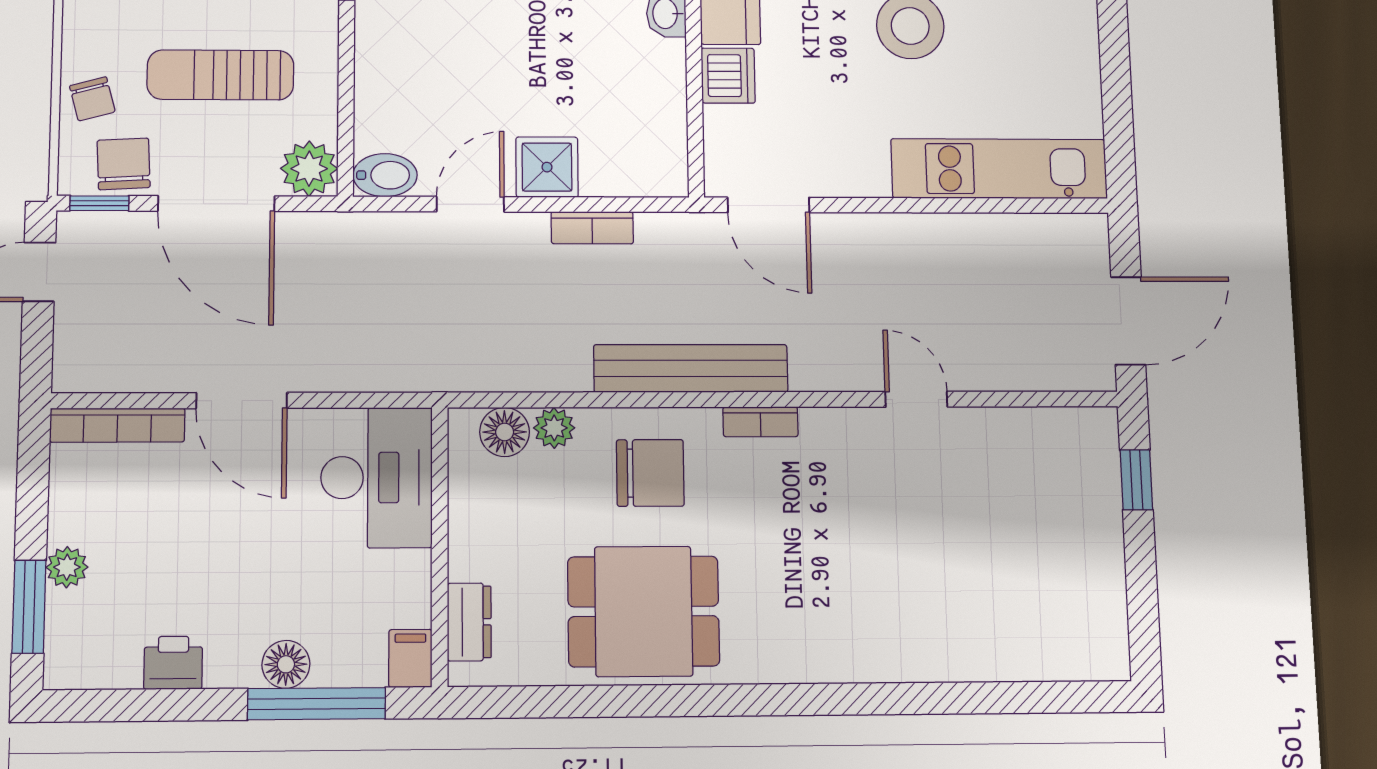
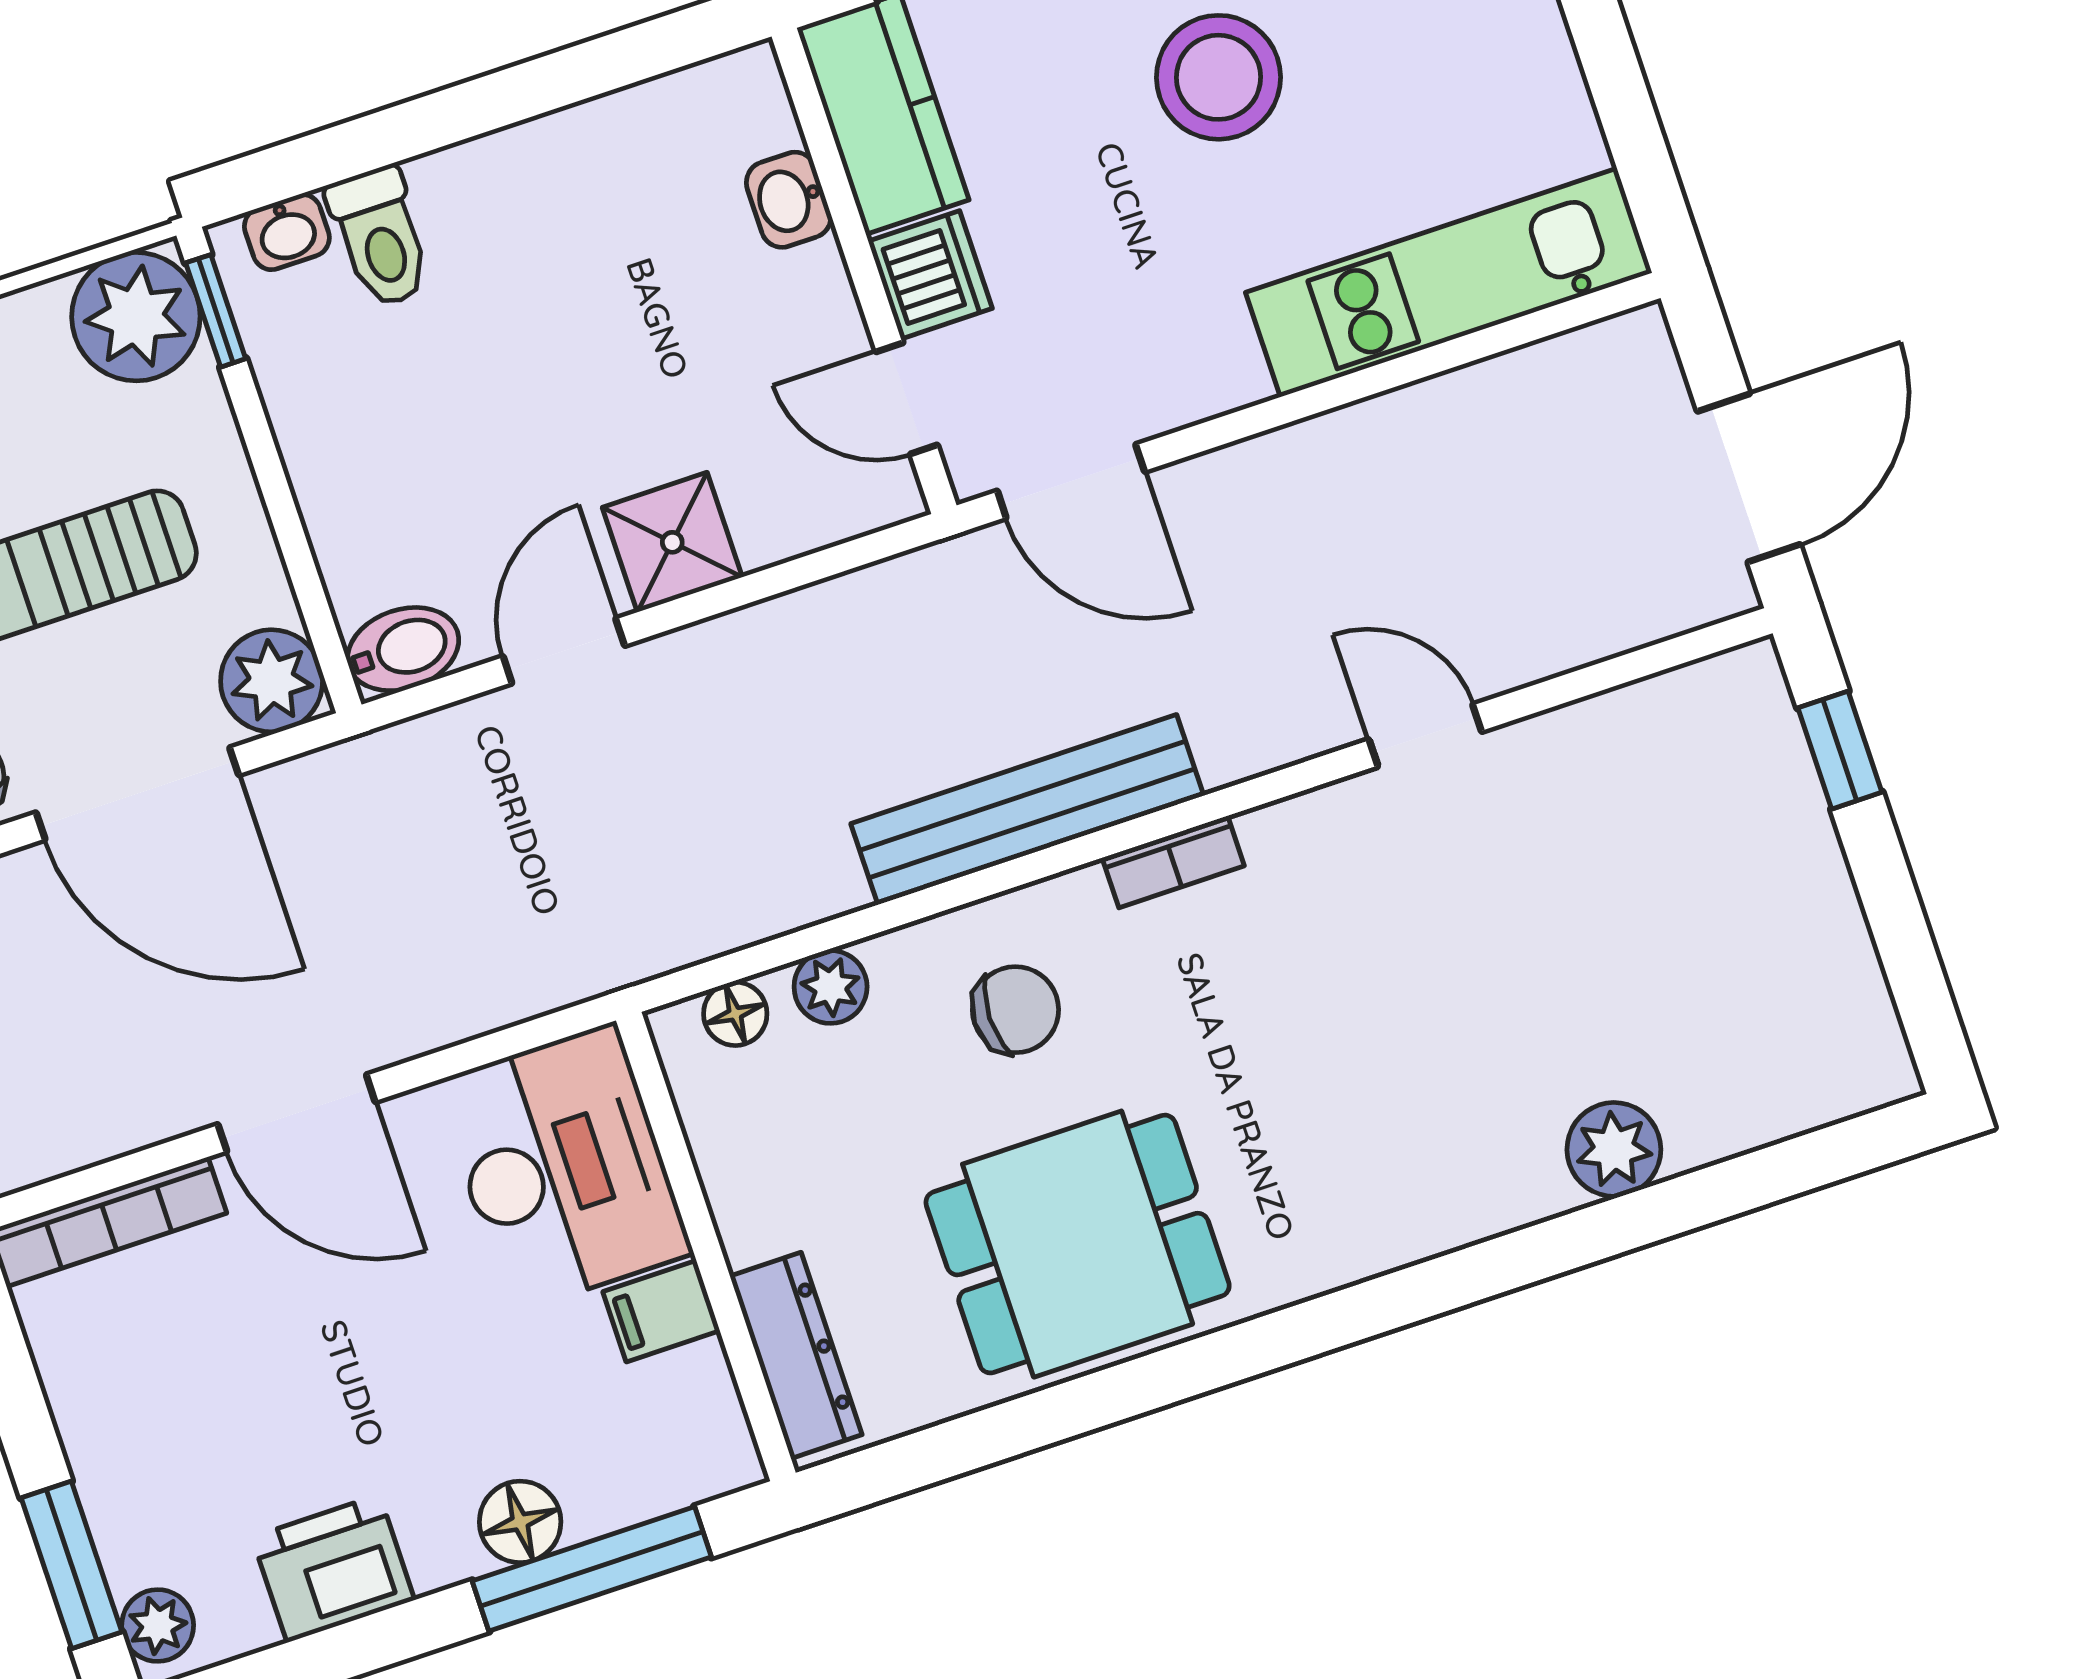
door: (695, 134) -> (907, 398), added
bookcase: (592, 228) -> (783, 622), removed
floor lamp: (505, 432) -> (735, 1014), width x0.73, depth x0.73
chair: (650, 473) -> (1015, 1010), width x0.73, depth x0.73
plant: (67, 567) -> (158, 1625), moved
dresser: (469, 622) -> (796, 1355), width x1.44
plant: (952, 656) -> (1614, 1149), added
filing cabinet: (410, 658) -> (661, 1311), moved, turned -90
printer: (173, 663) -> (333, 1569), width x1.36, depth x1.24

